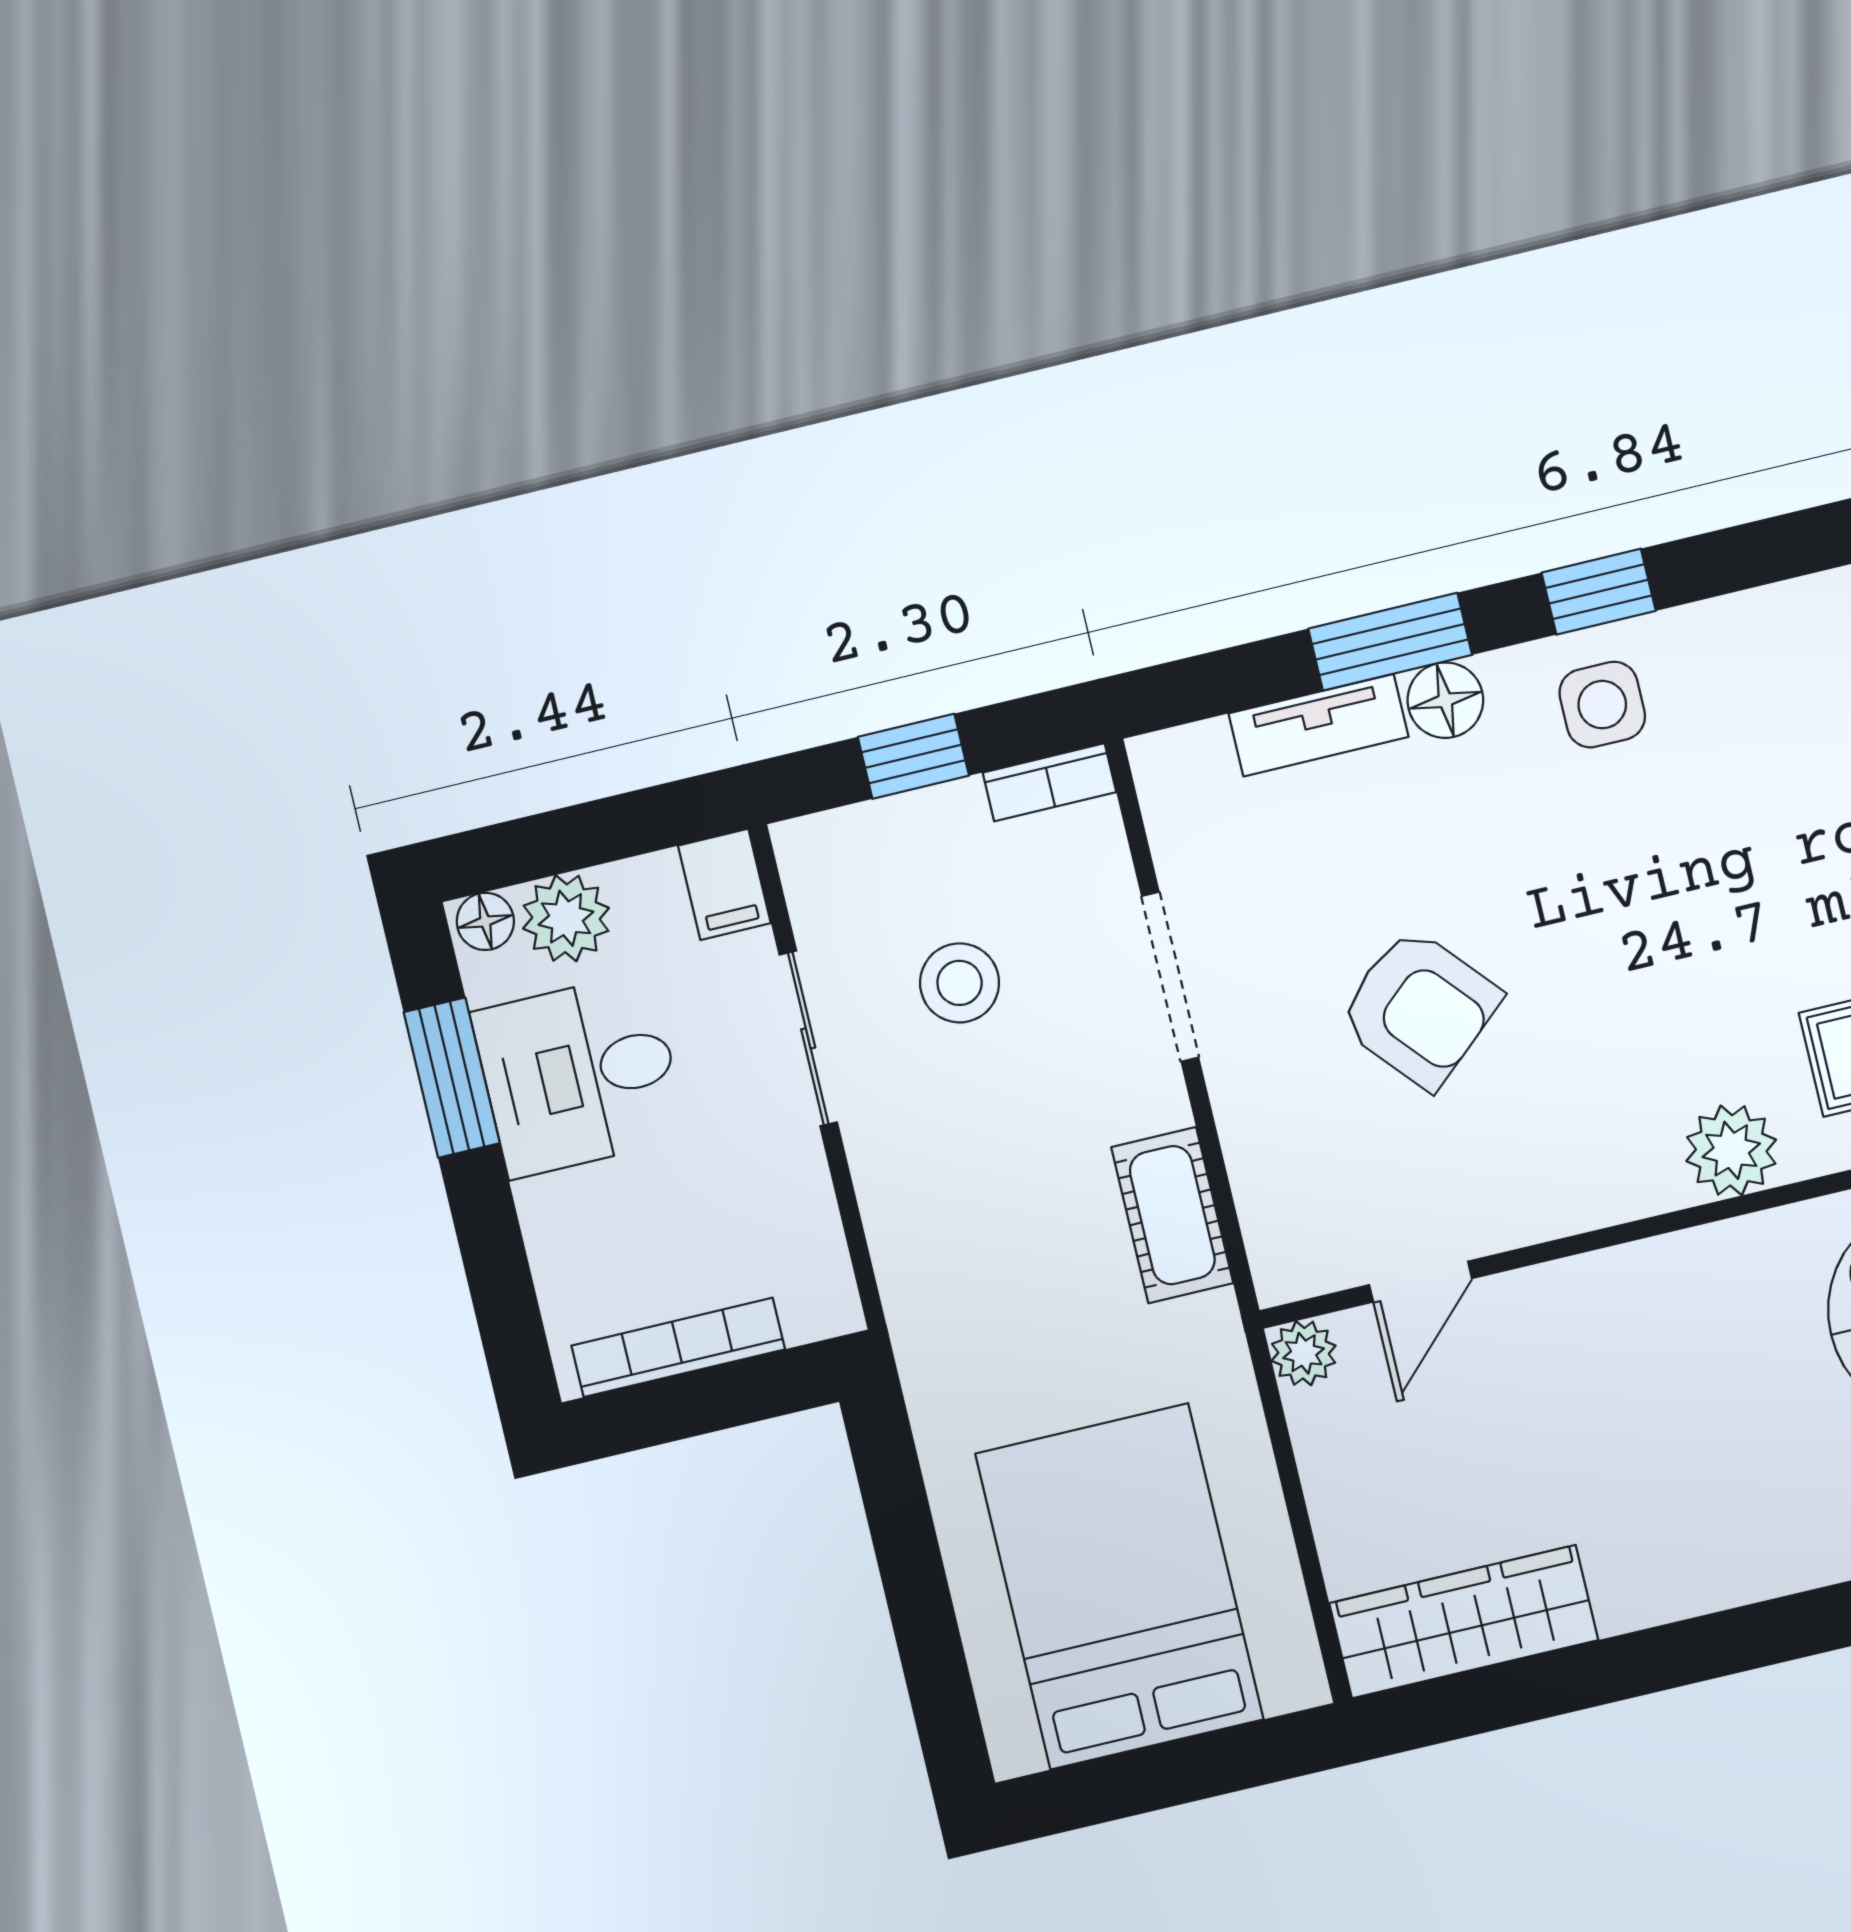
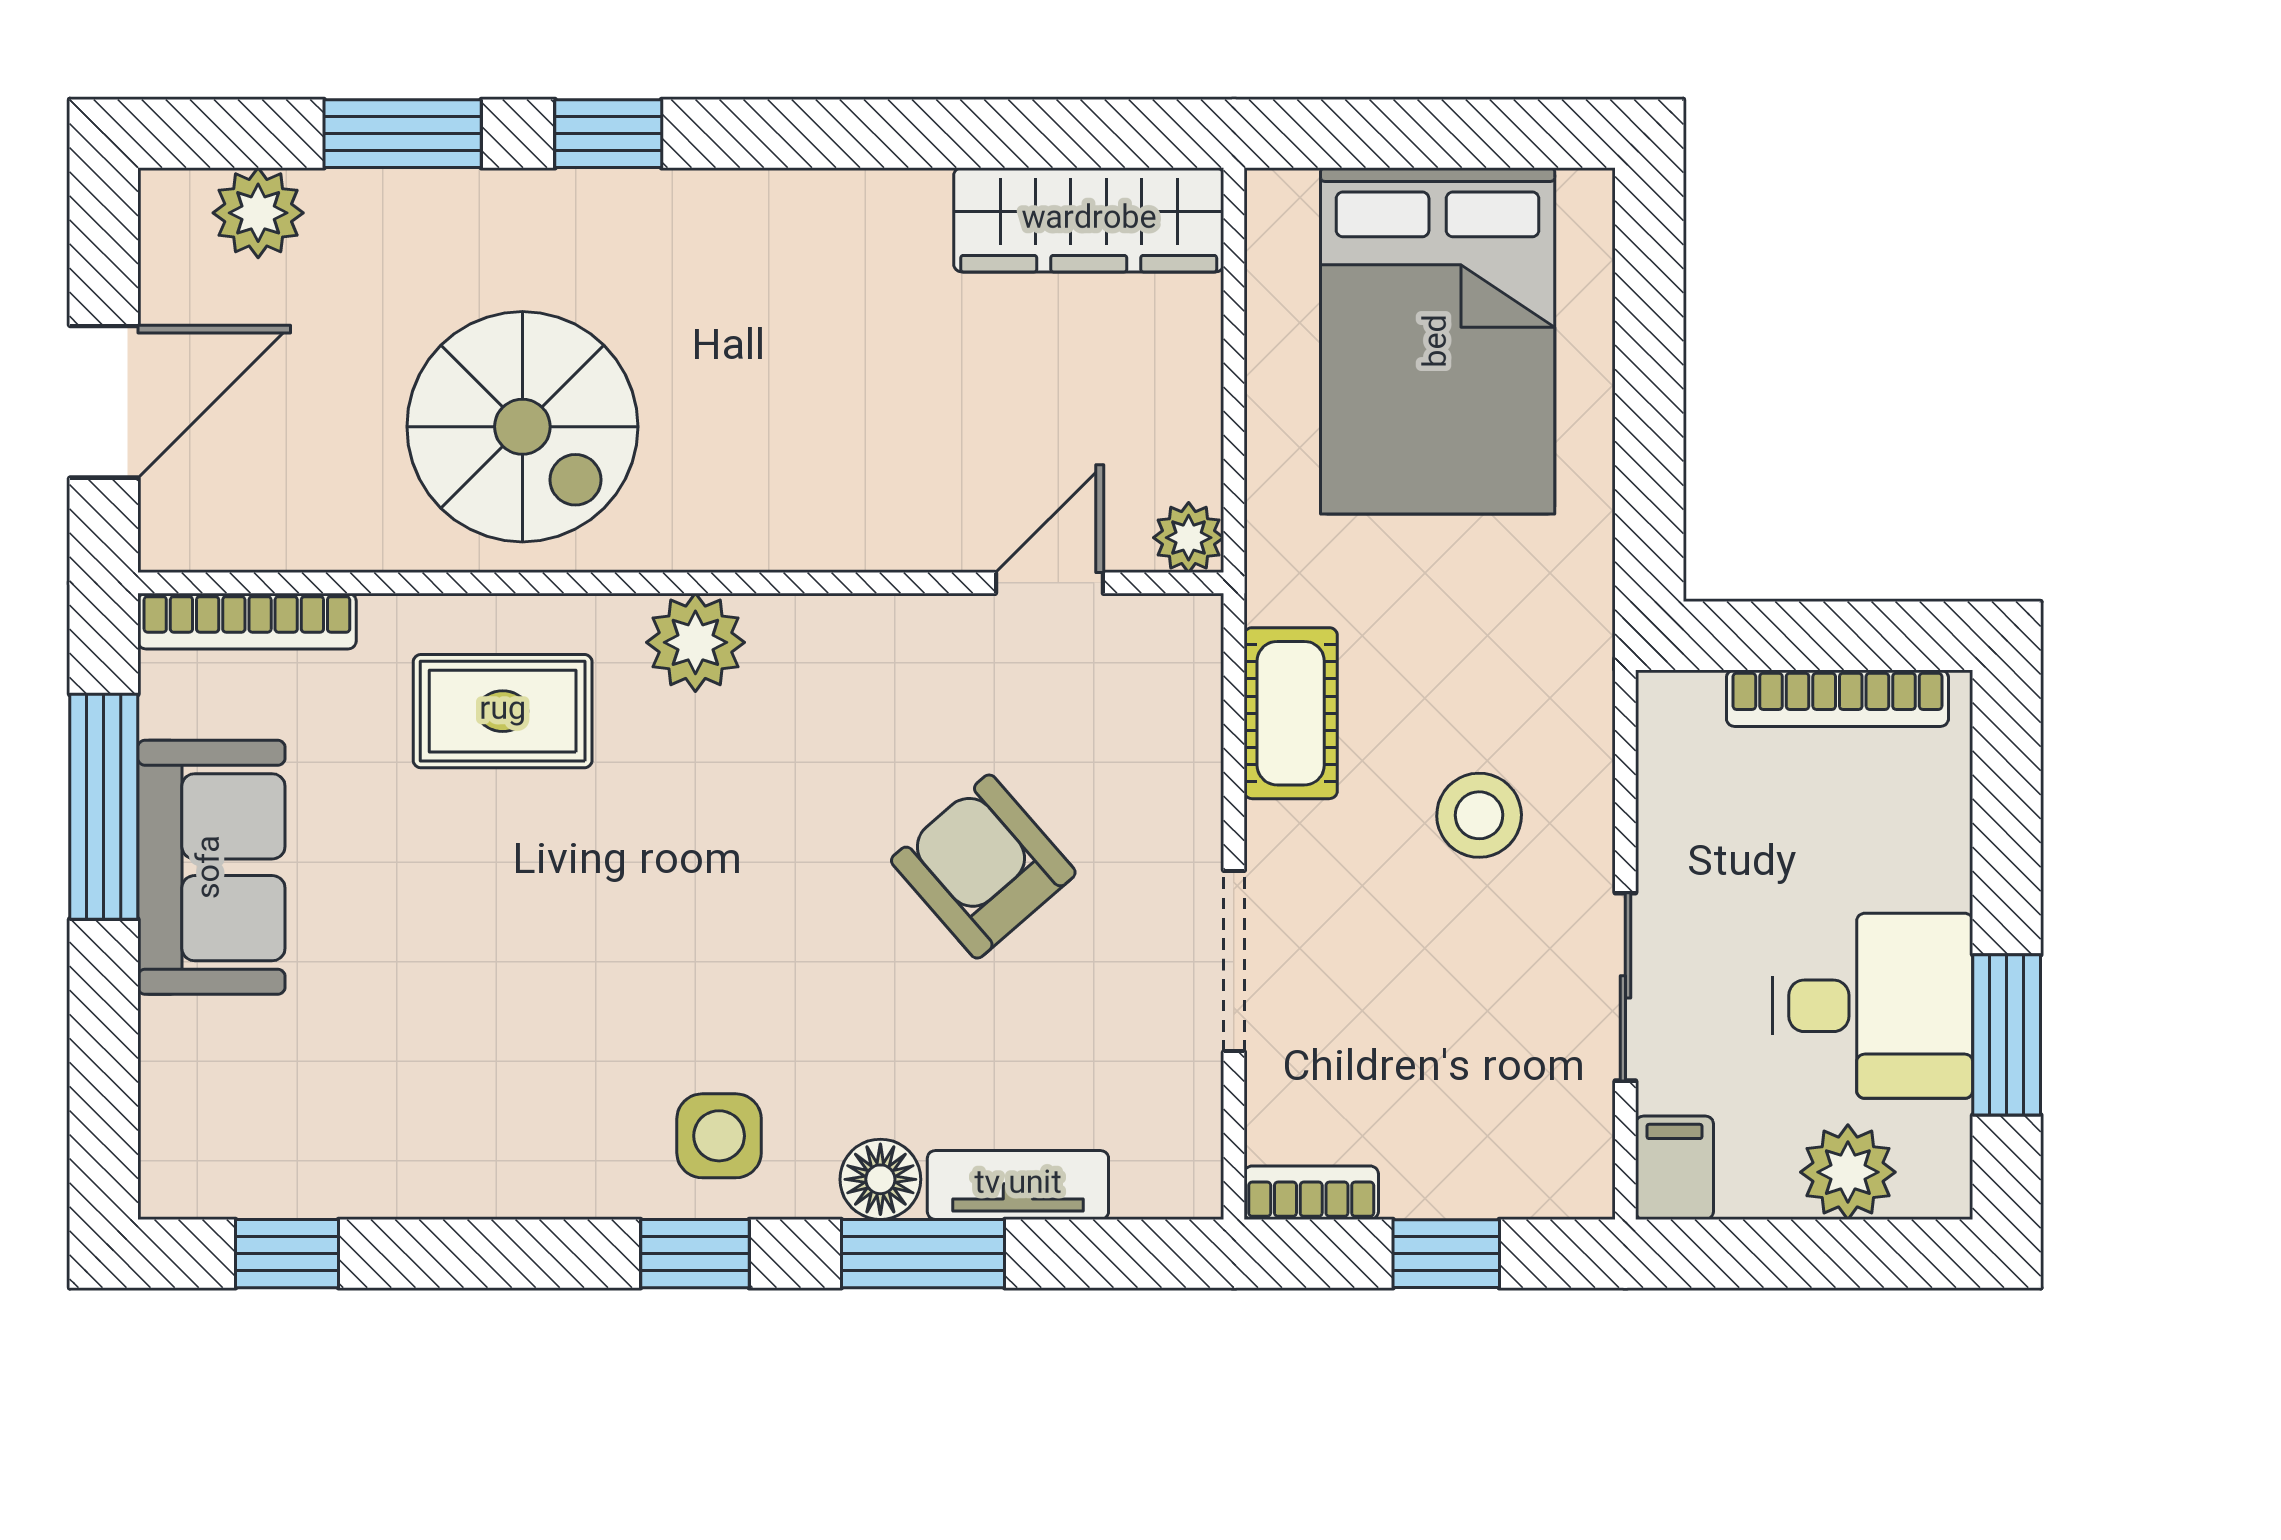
floor lamp: (485, 921) -> (1933, 1189), removed
stool: (960, 983) -> (1479, 815), moved

